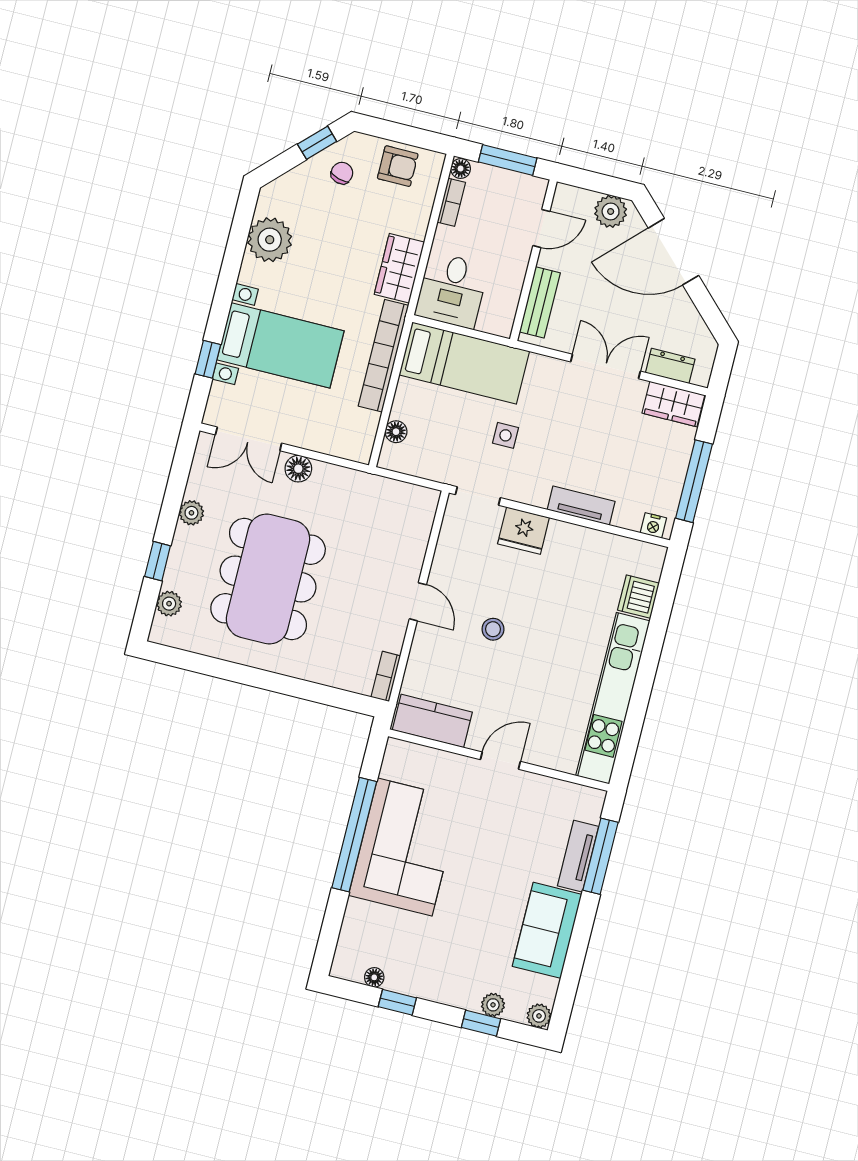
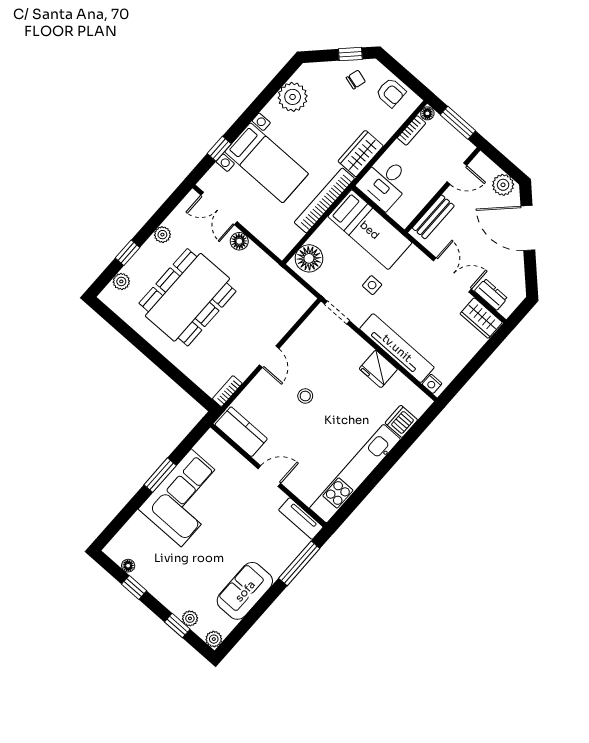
floor lamp: (396, 432) -> (309, 258), width x1.89, depth x1.89
window: (694, 481) -> (470, 370), removed
tv unit: (581, 506) -> (397, 348), width x1.92, depth x1.29
fridge: (523, 531) -> (378, 369), moved
window: (354, 835) -> (160, 475), width x0.47
tv unit: (578, 856) -> (301, 518), moved, turned -90

